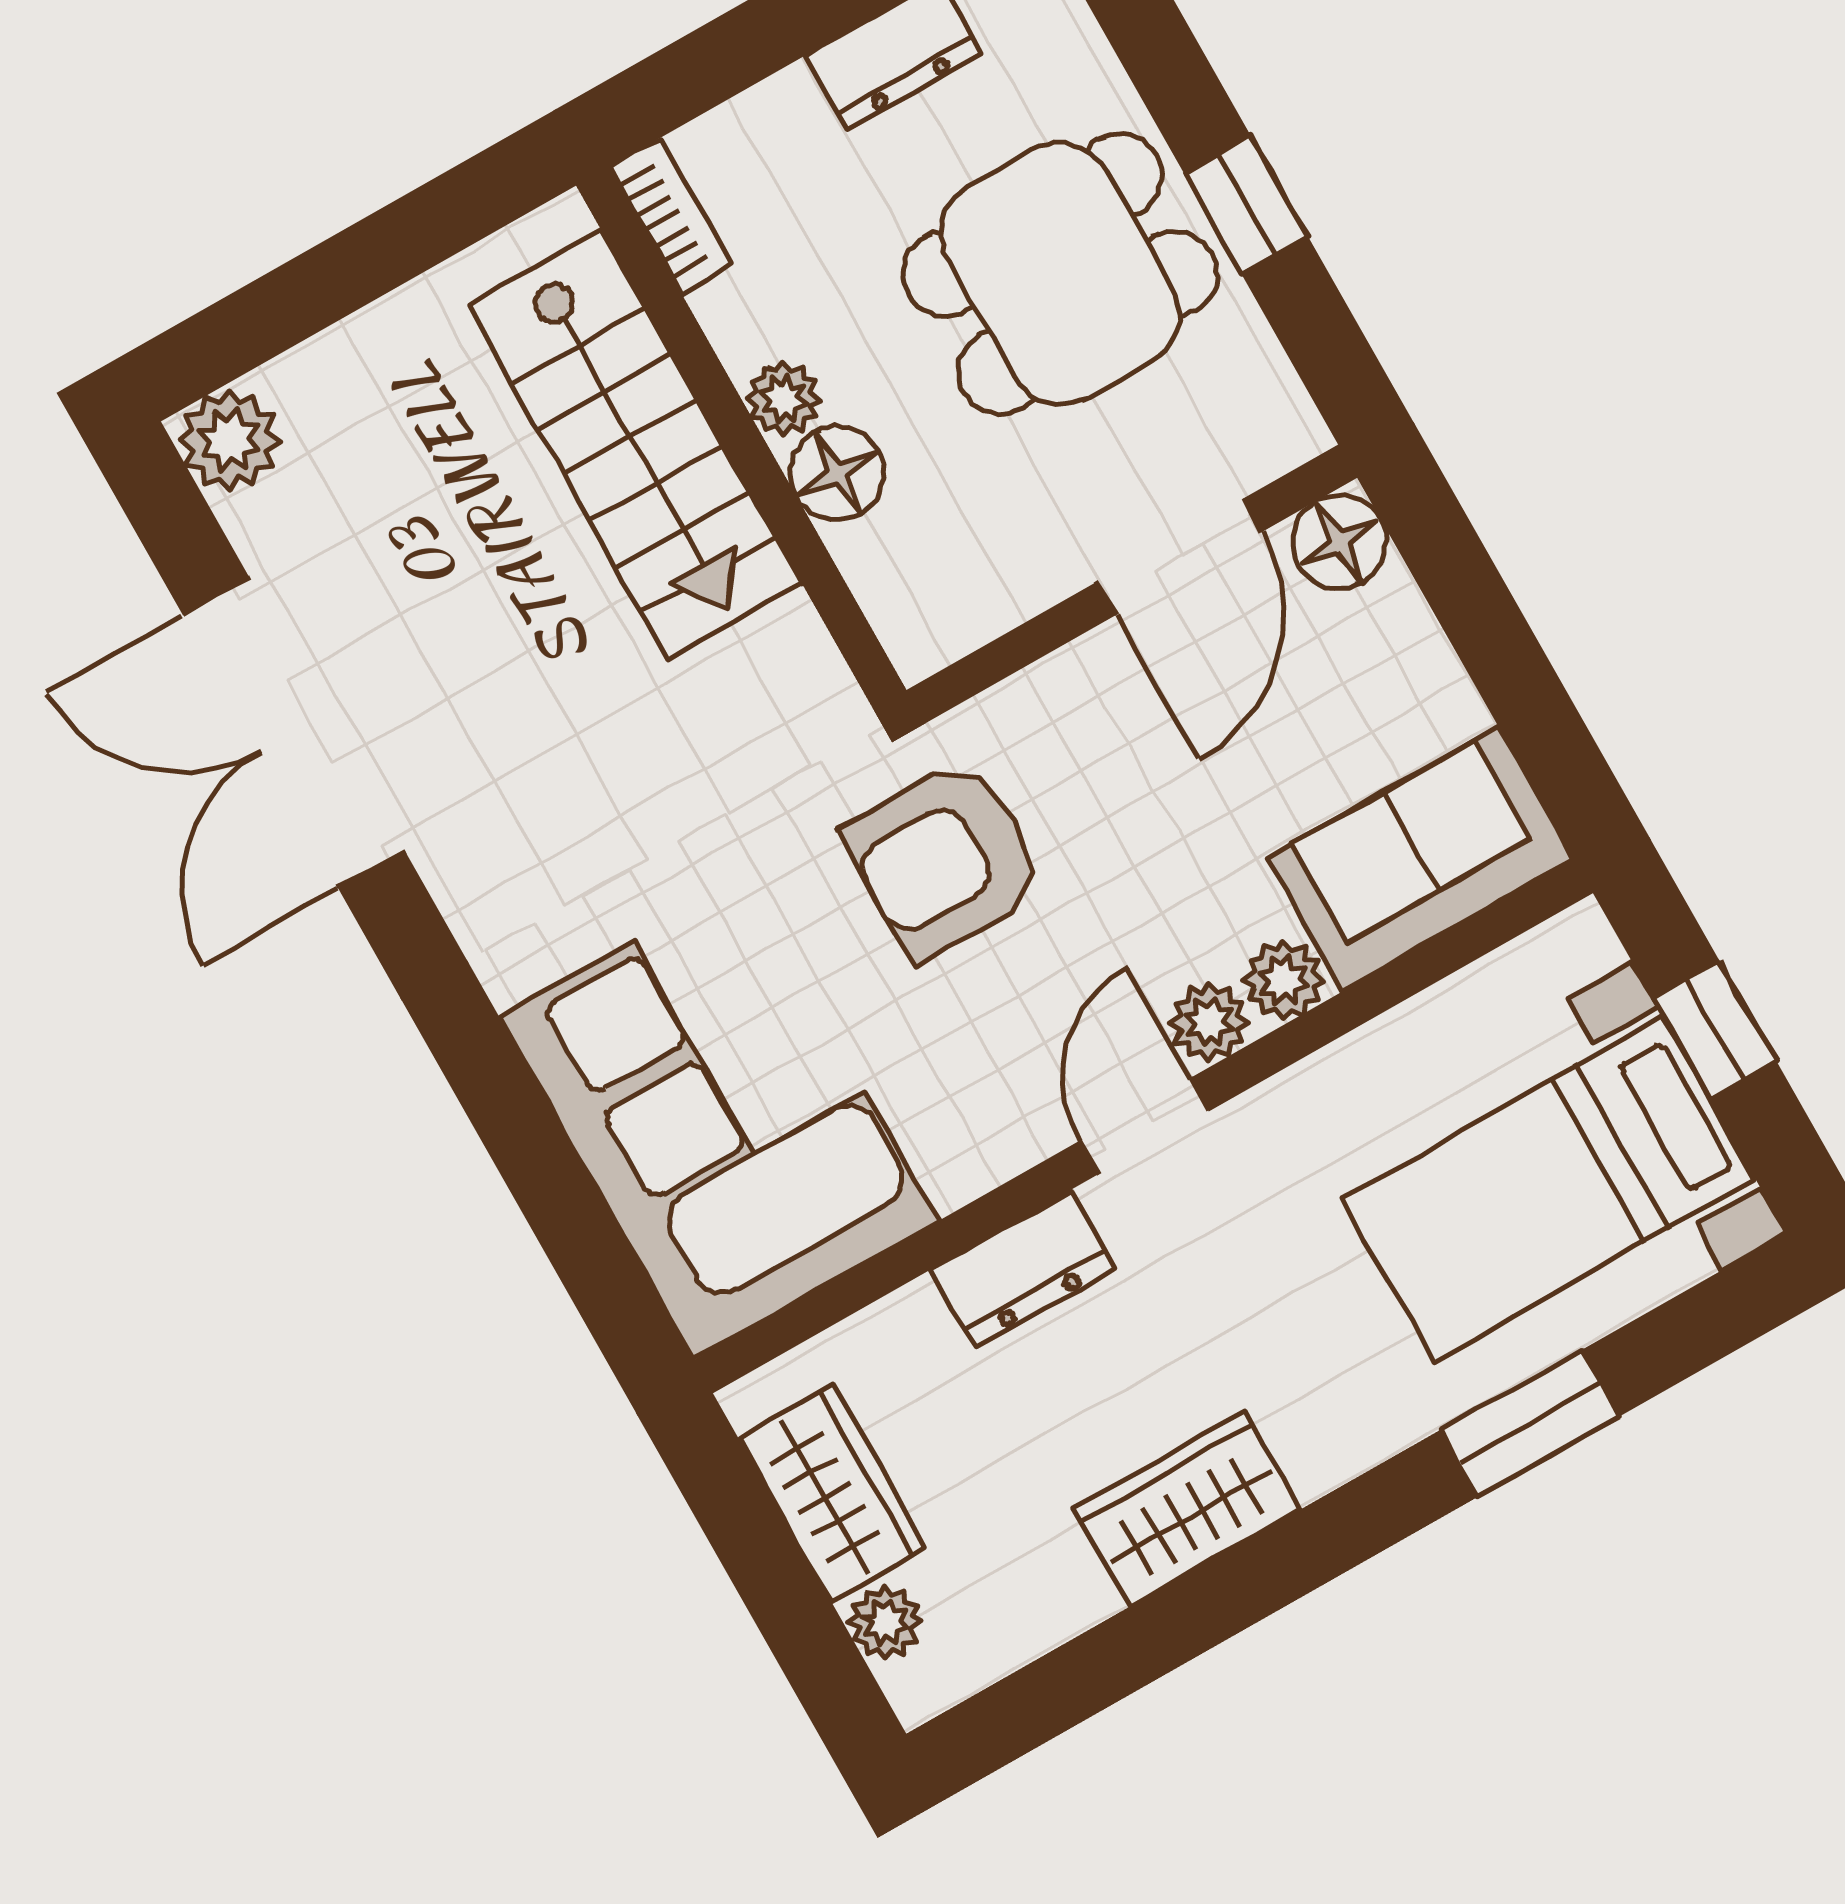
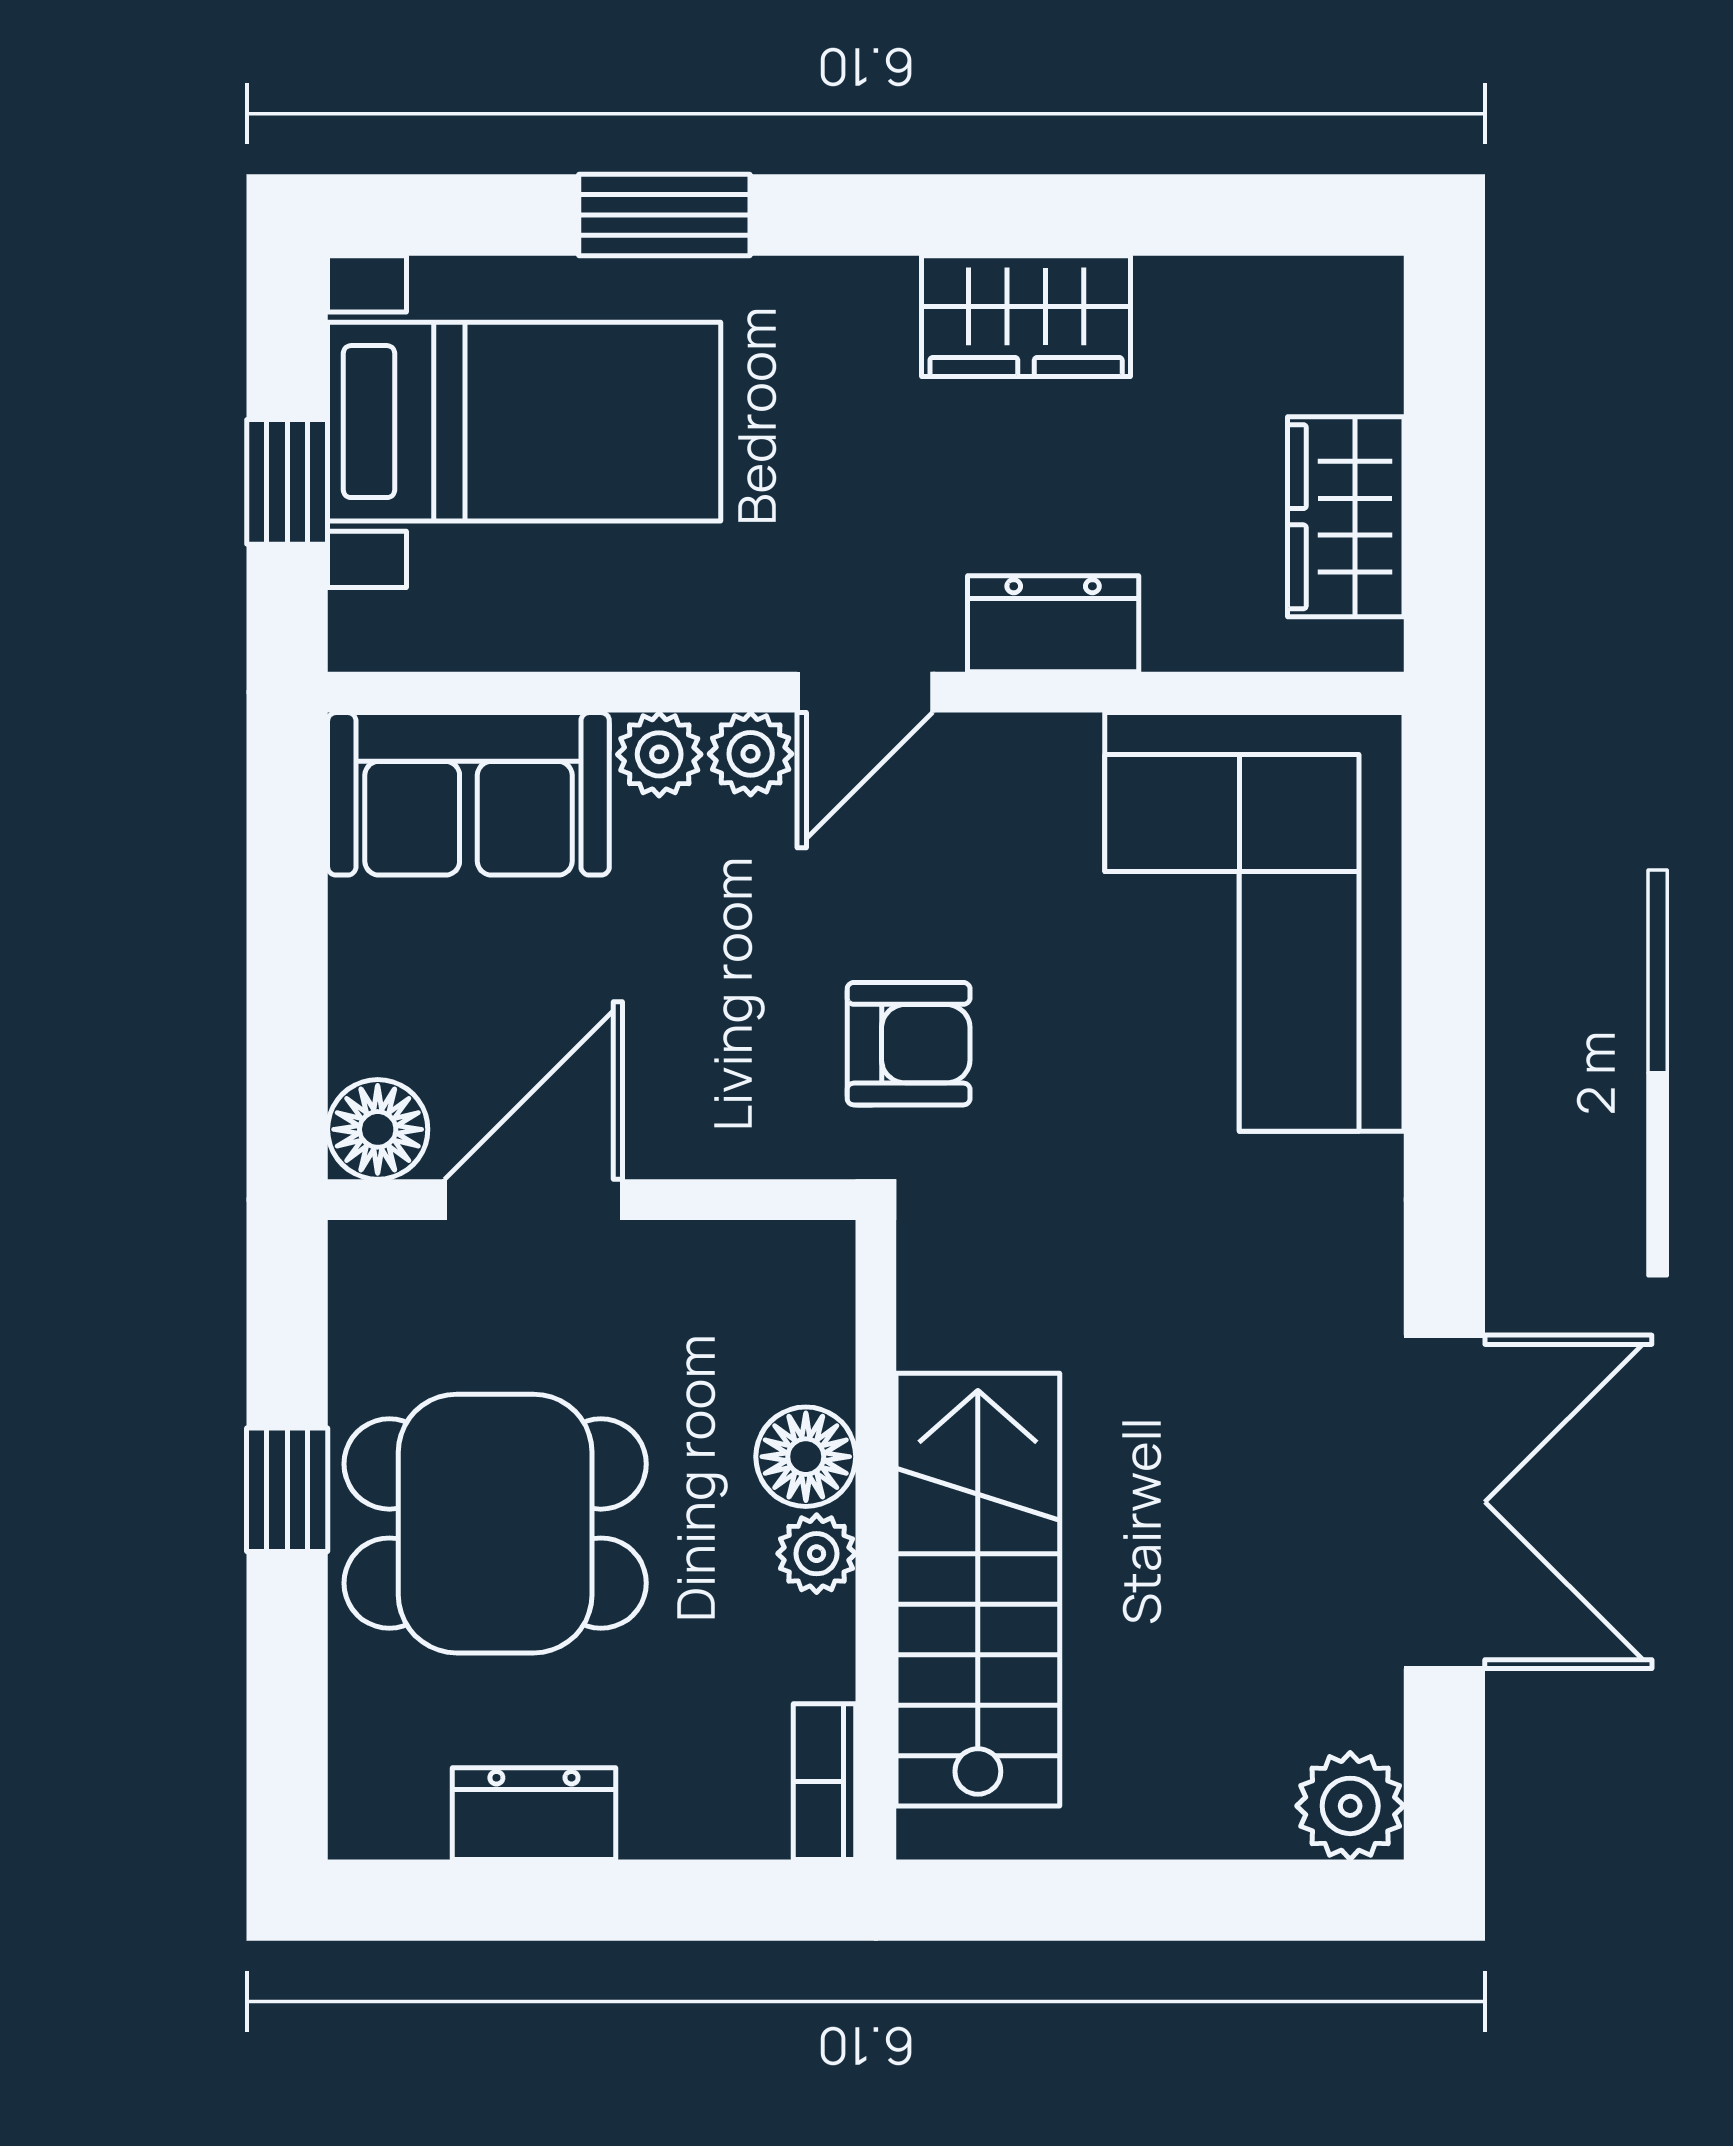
armchair: (945, 859) -> (909, 1044), width x0.72, depth x0.72
plant: (885, 1622) -> (1365, 370), removed

